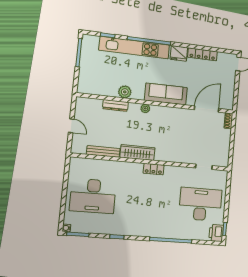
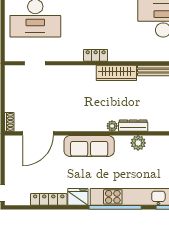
dresser: (115, 105) -> (133, 126), moved

